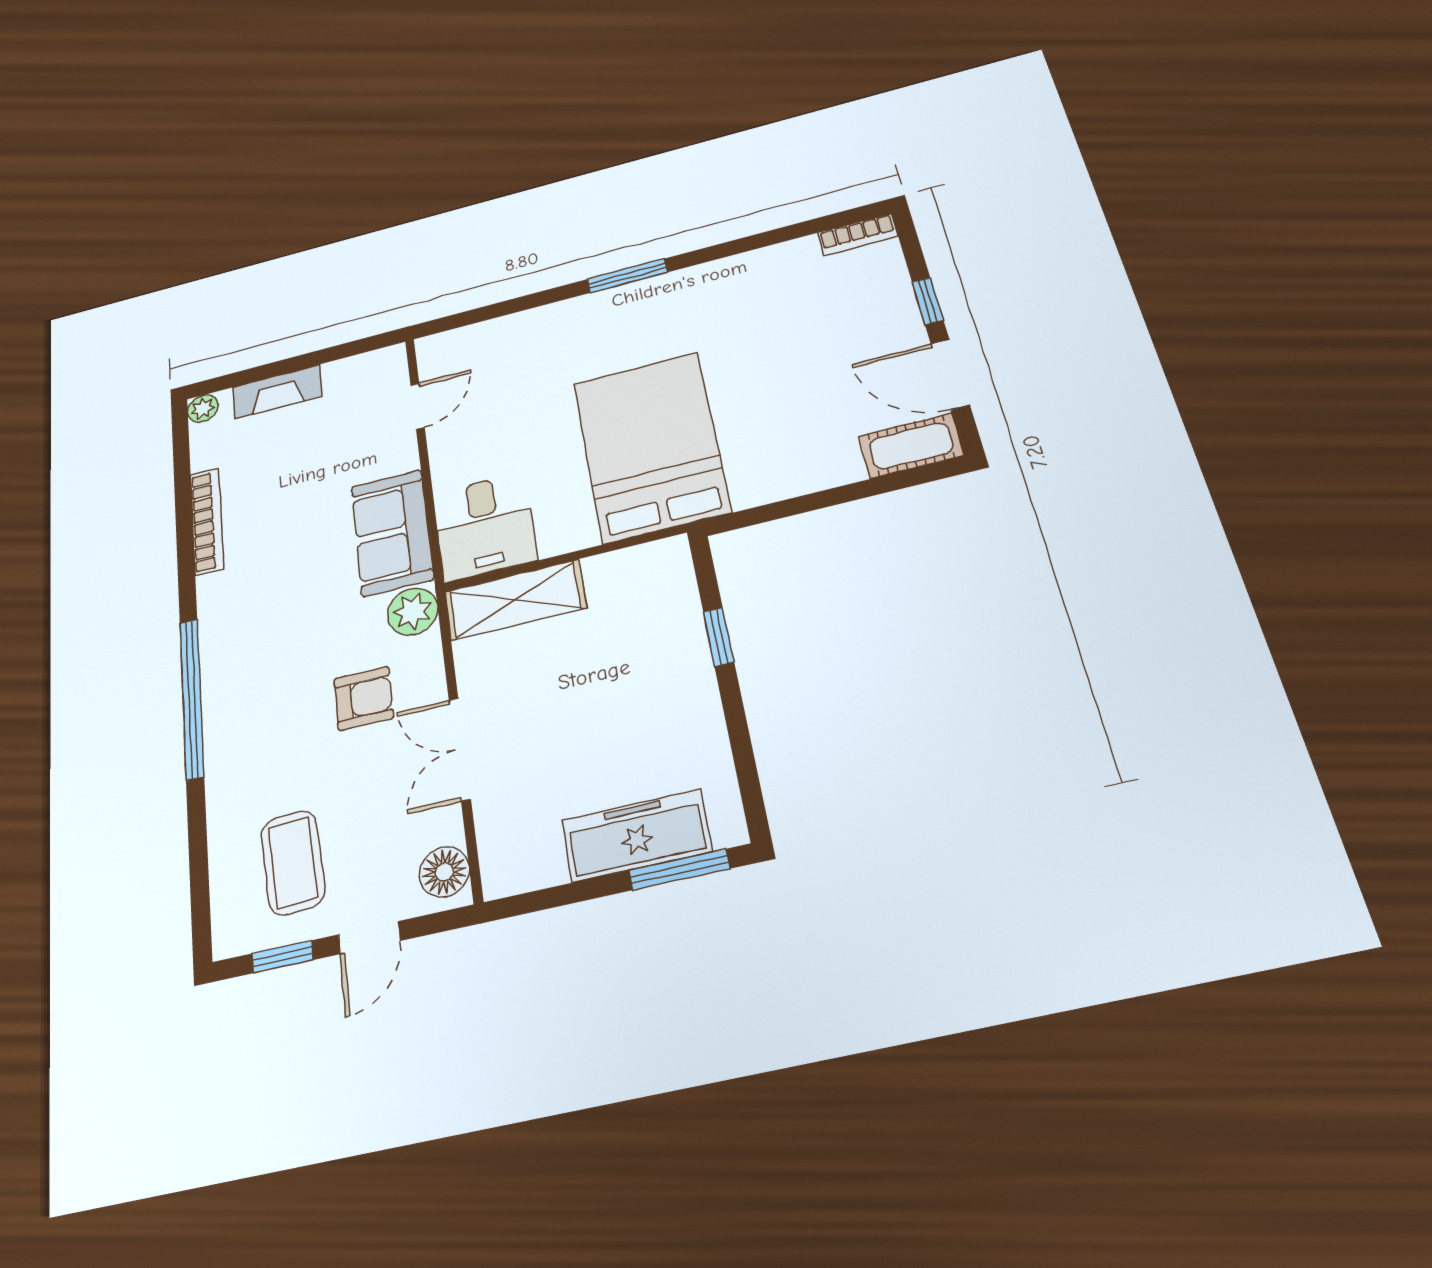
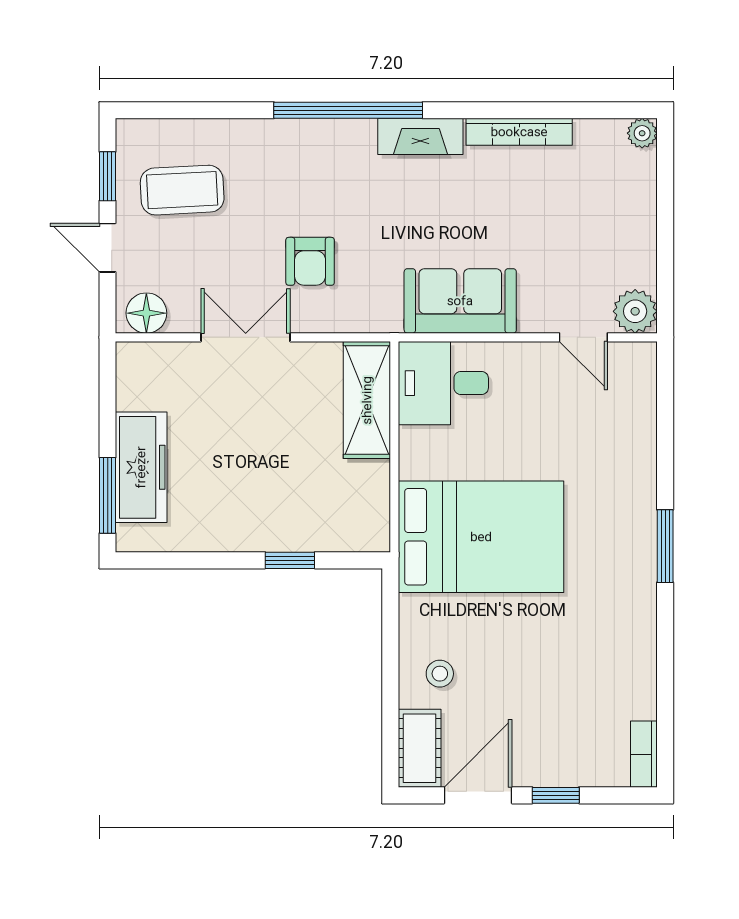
fireplace: (277, 392) -> (420, 136), moved, turned -90
stool: (817, 448) -> (440, 674), added
plant: (413, 612) -> (635, 311), moved

